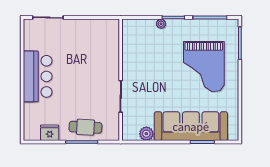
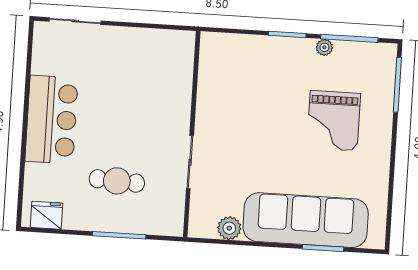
plant: (161, 24) -> (324, 47), moved
grand piano: (204, 67) -> (334, 121), width x0.73, depth x0.68
cafe table: (86, 127) -> (117, 181), moved
fridge: (50, 133) -> (47, 215), moved

